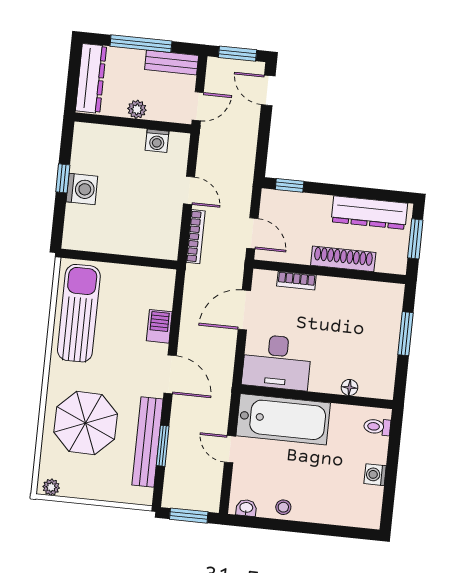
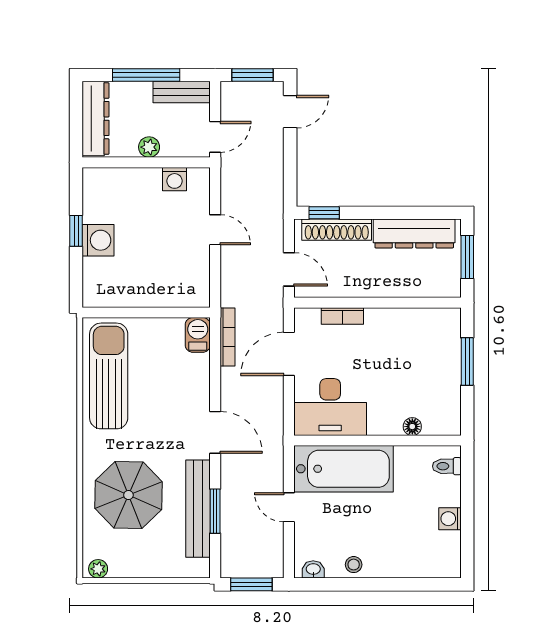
door: (268, 90) -> (290, 112), swing flipped
bookcase: (196, 237) -> (228, 337), moved
shoe rack: (343, 259) -> (337, 230), moved, turned 180
barbecue: (159, 326) -> (198, 335), moved

